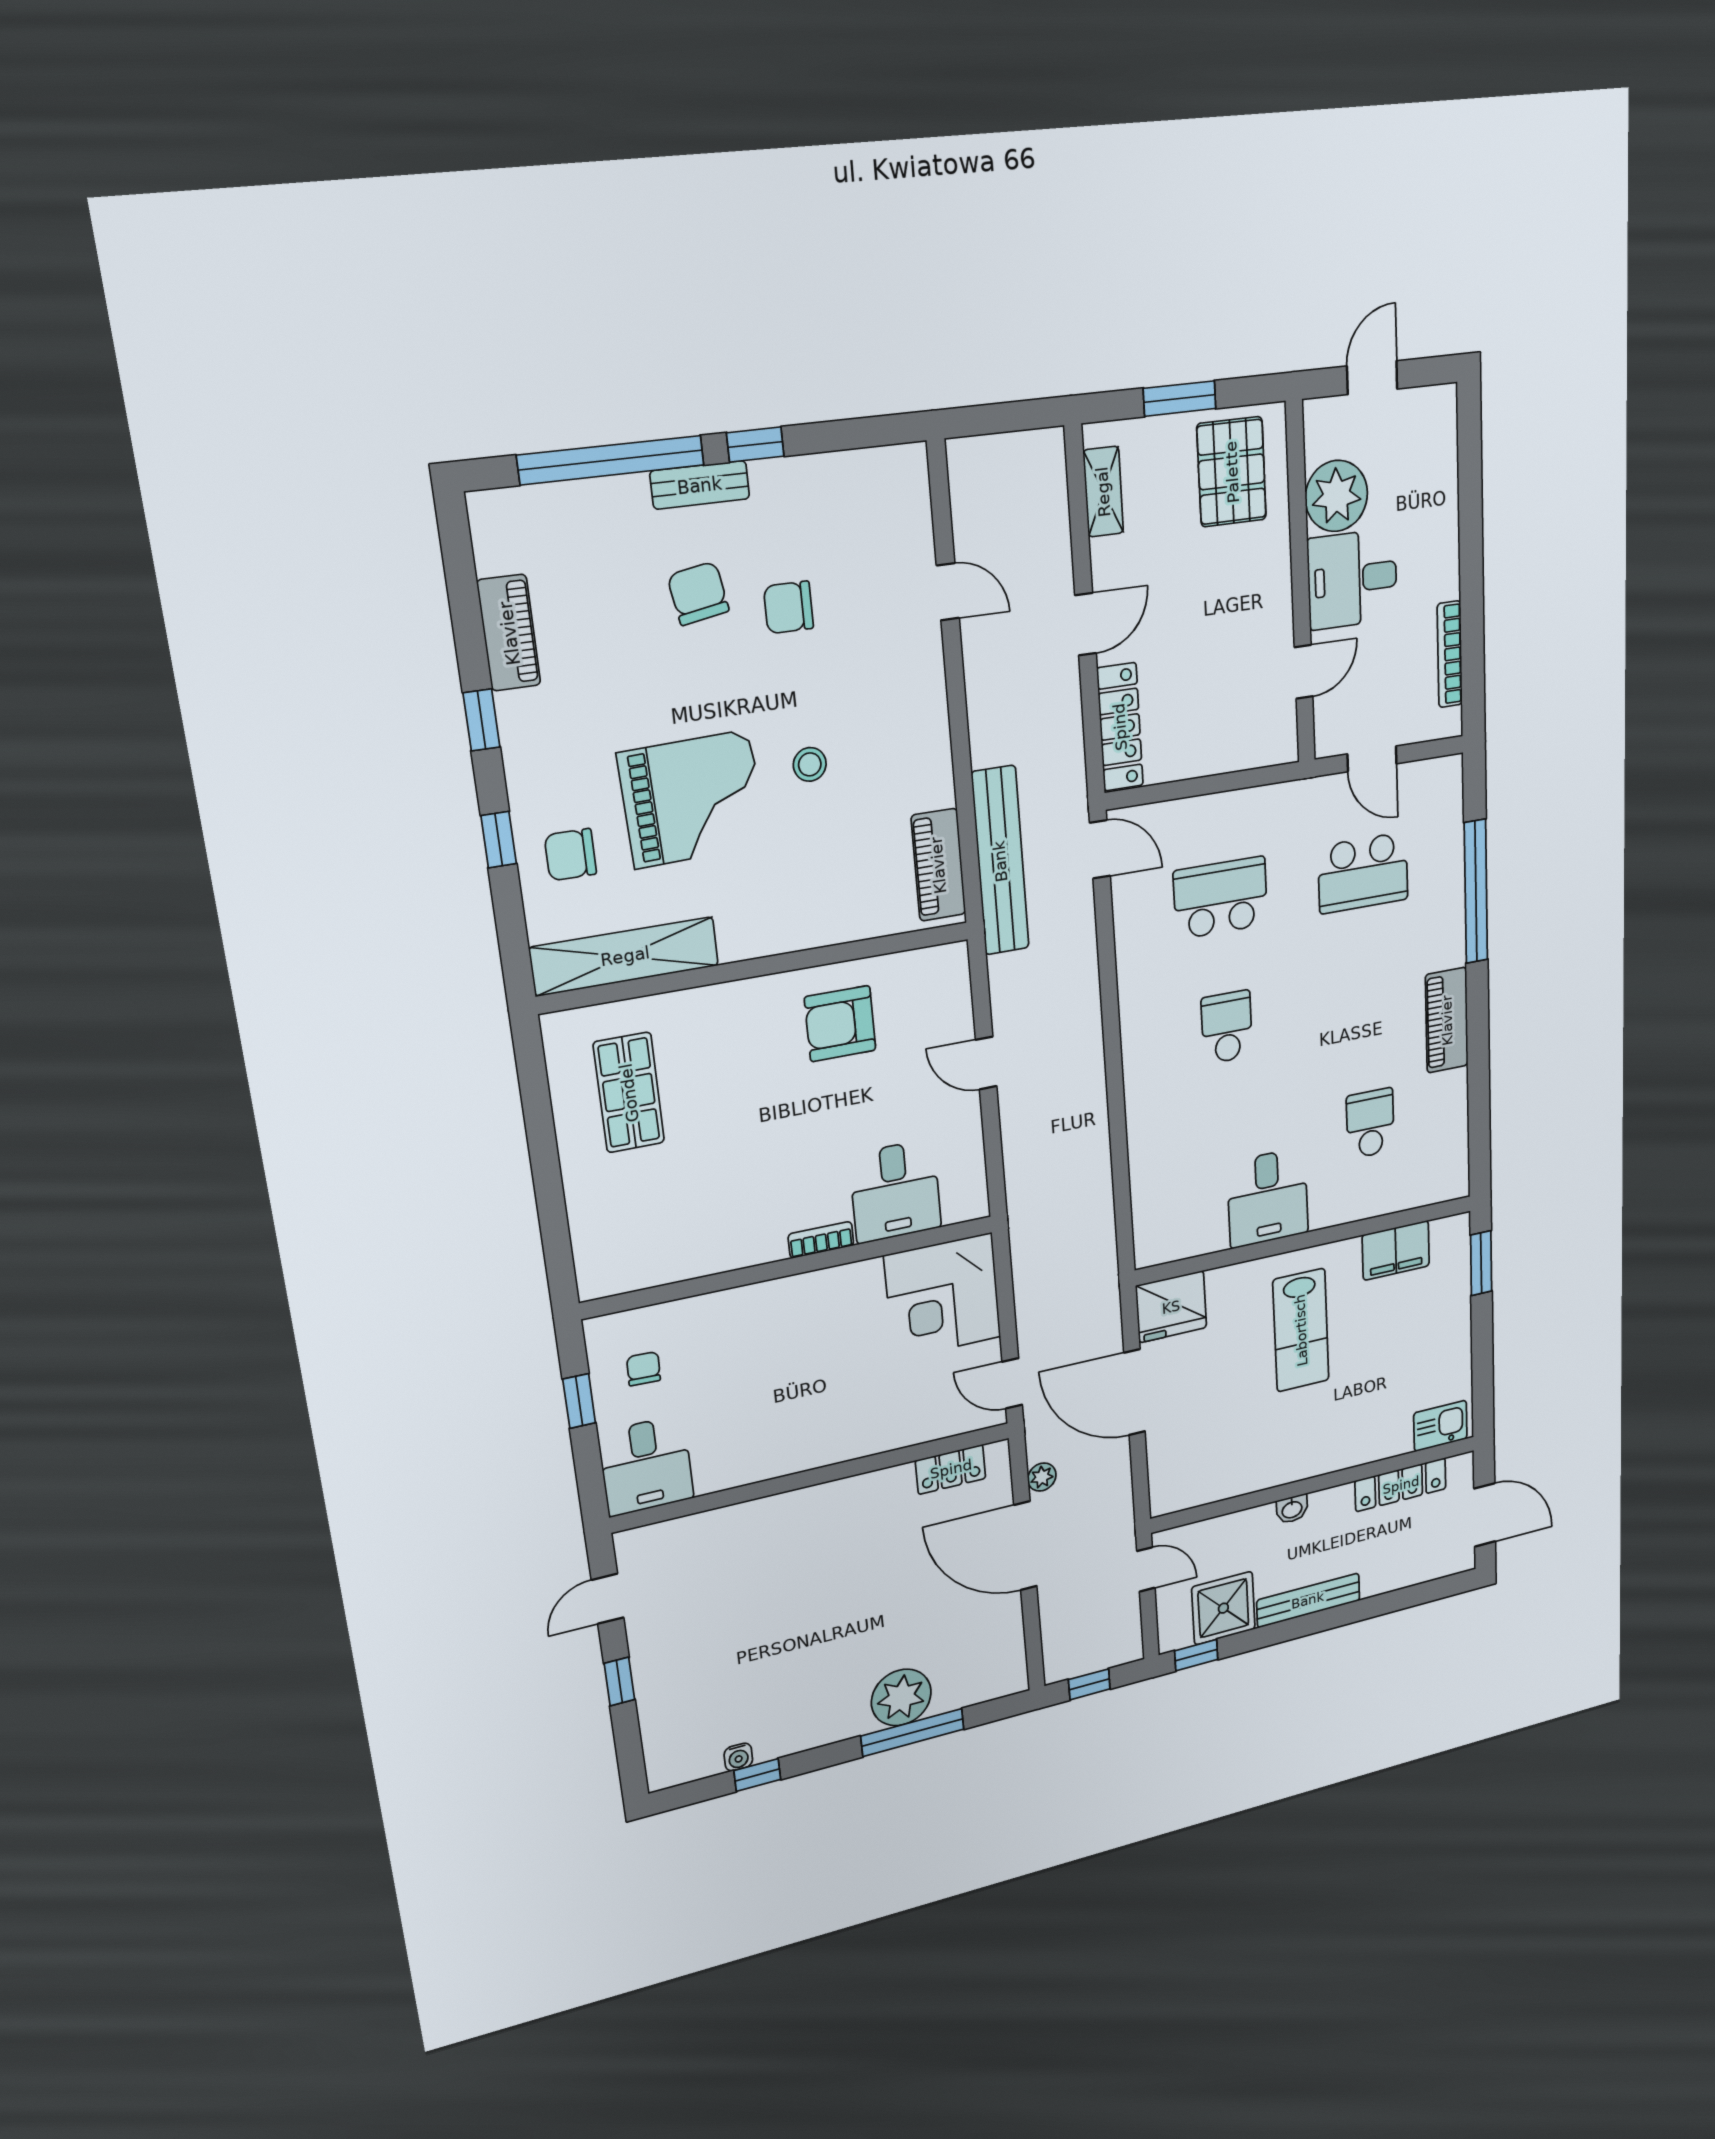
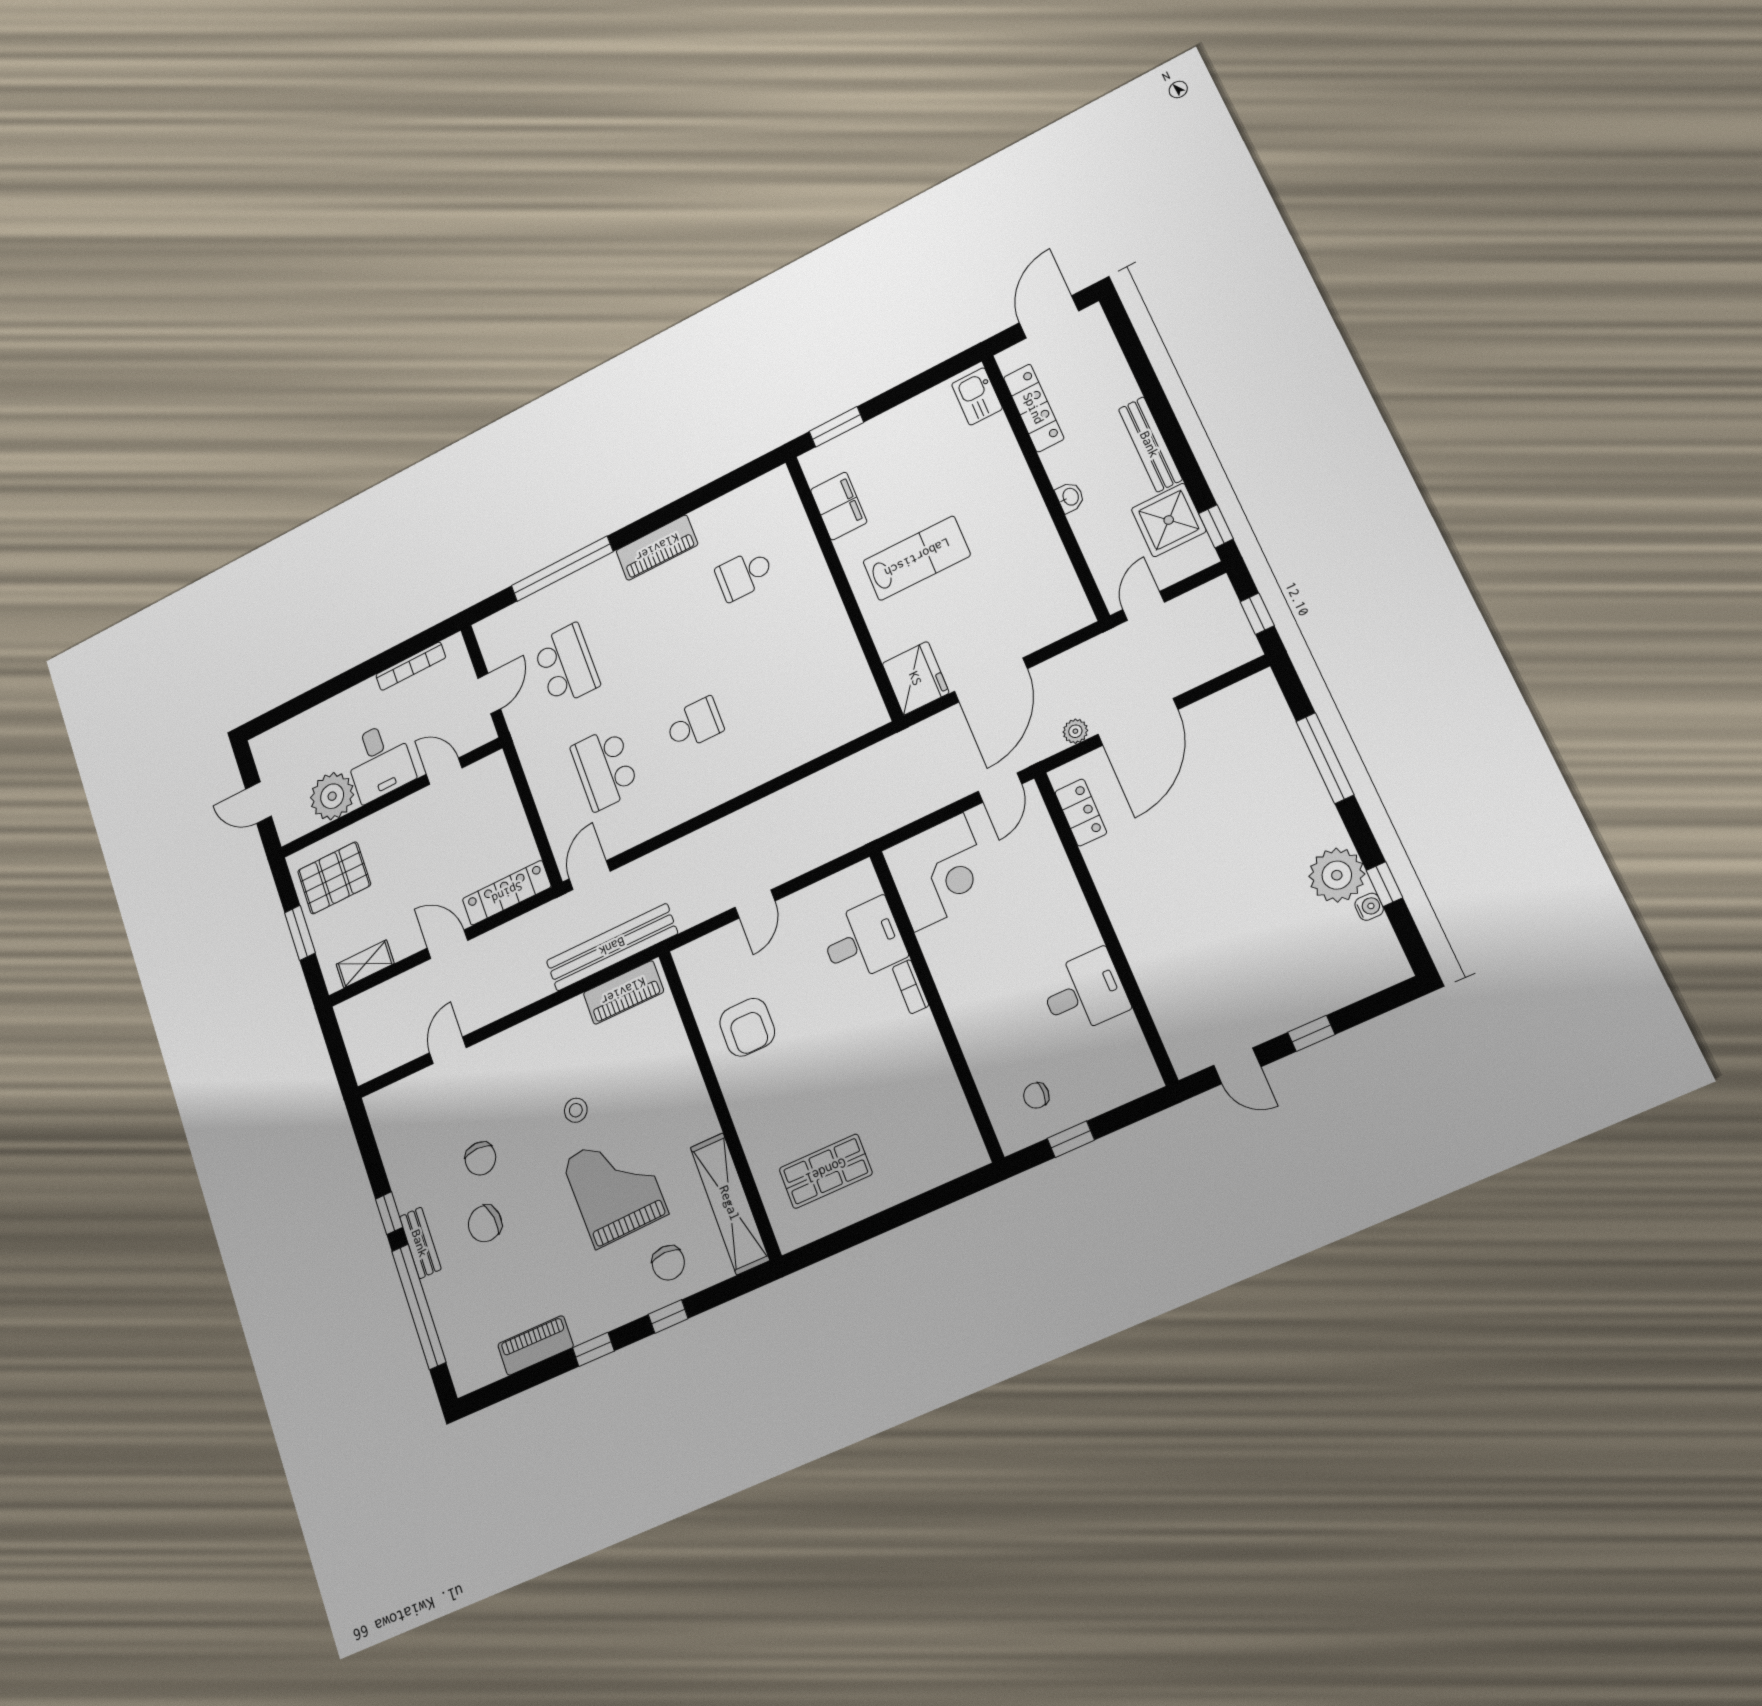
school desk: (1227, 1027) -> (694, 724), turned 180
desk: (1268, 1198) -> (816, 634), removed
desk: (646, 1466) -> (1084, 992), moved
plant: (901, 1697) -> (1337, 875), moved

